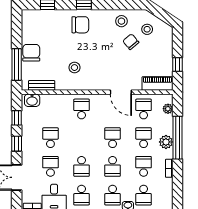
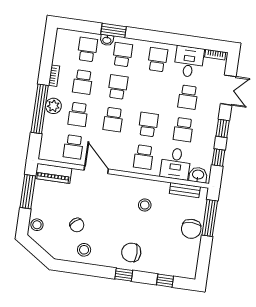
stool: (147, 29) -> (37, 225), moved
window: (178, 65) -> (28, 192), width x2.17
desk: (53, 107) -> (176, 164), added
plant: (168, 109) -> (46, 143), removed
school desk: (82, 166) -> (148, 125), moved

